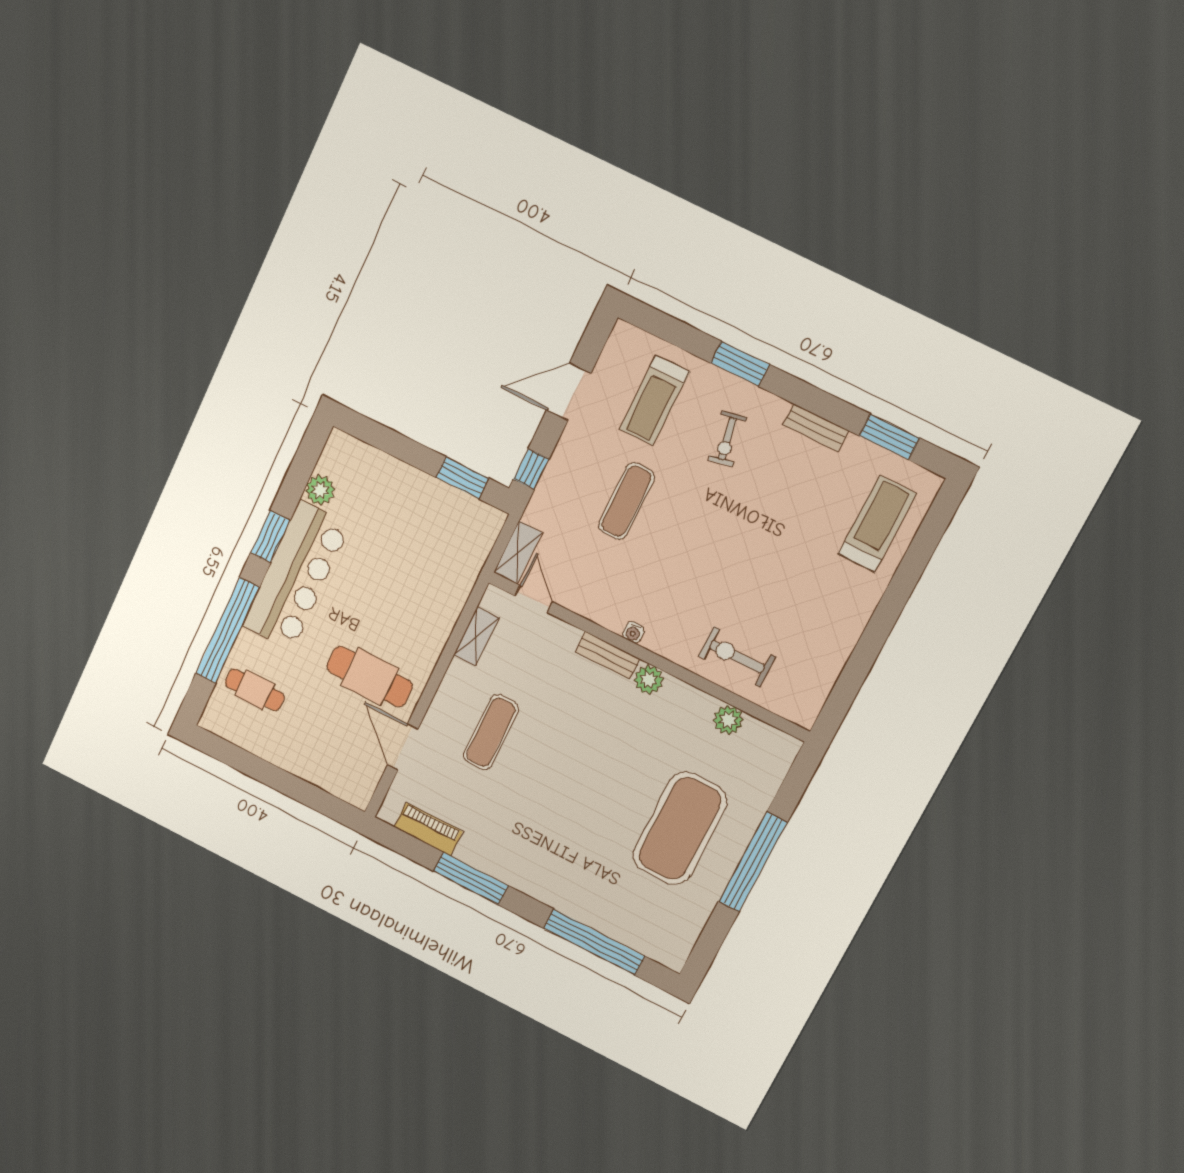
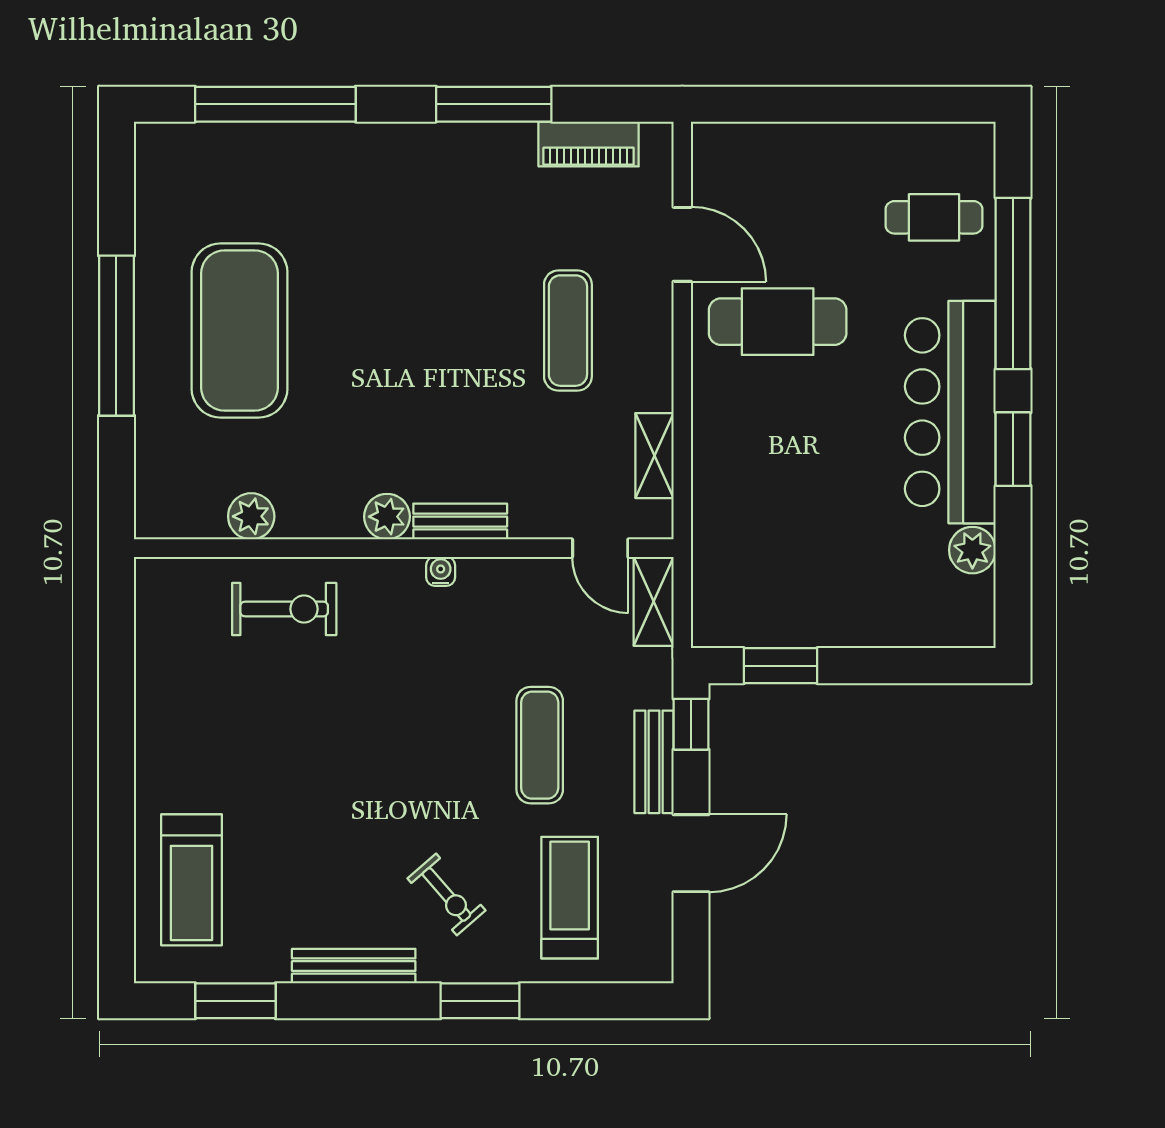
bench: (816, 428) -> (354, 966), width x1.36
exercise bike: (727, 439) -> (447, 894), turned 150
bench: (564, 458) -> (654, 762), added

